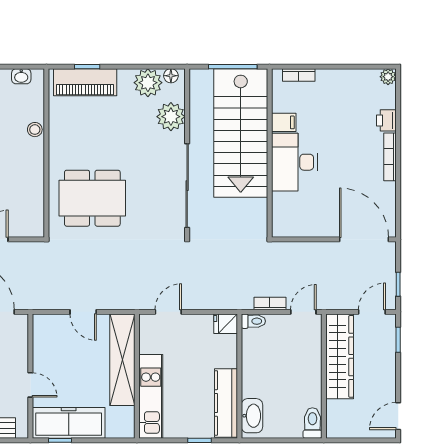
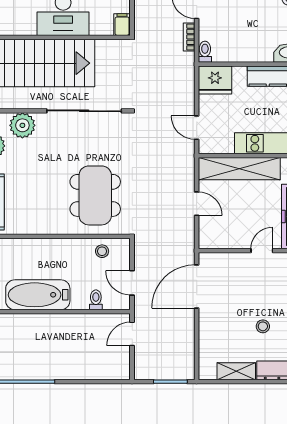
filing cabinet: (284, 122) -> (122, 25), moved
stool: (35, 130) -> (102, 251), moved
door: (83, 312) -> (197, 204), hinge flipped
fridge: (226, 324) -> (215, 80), width x1.88, depth x1.34

